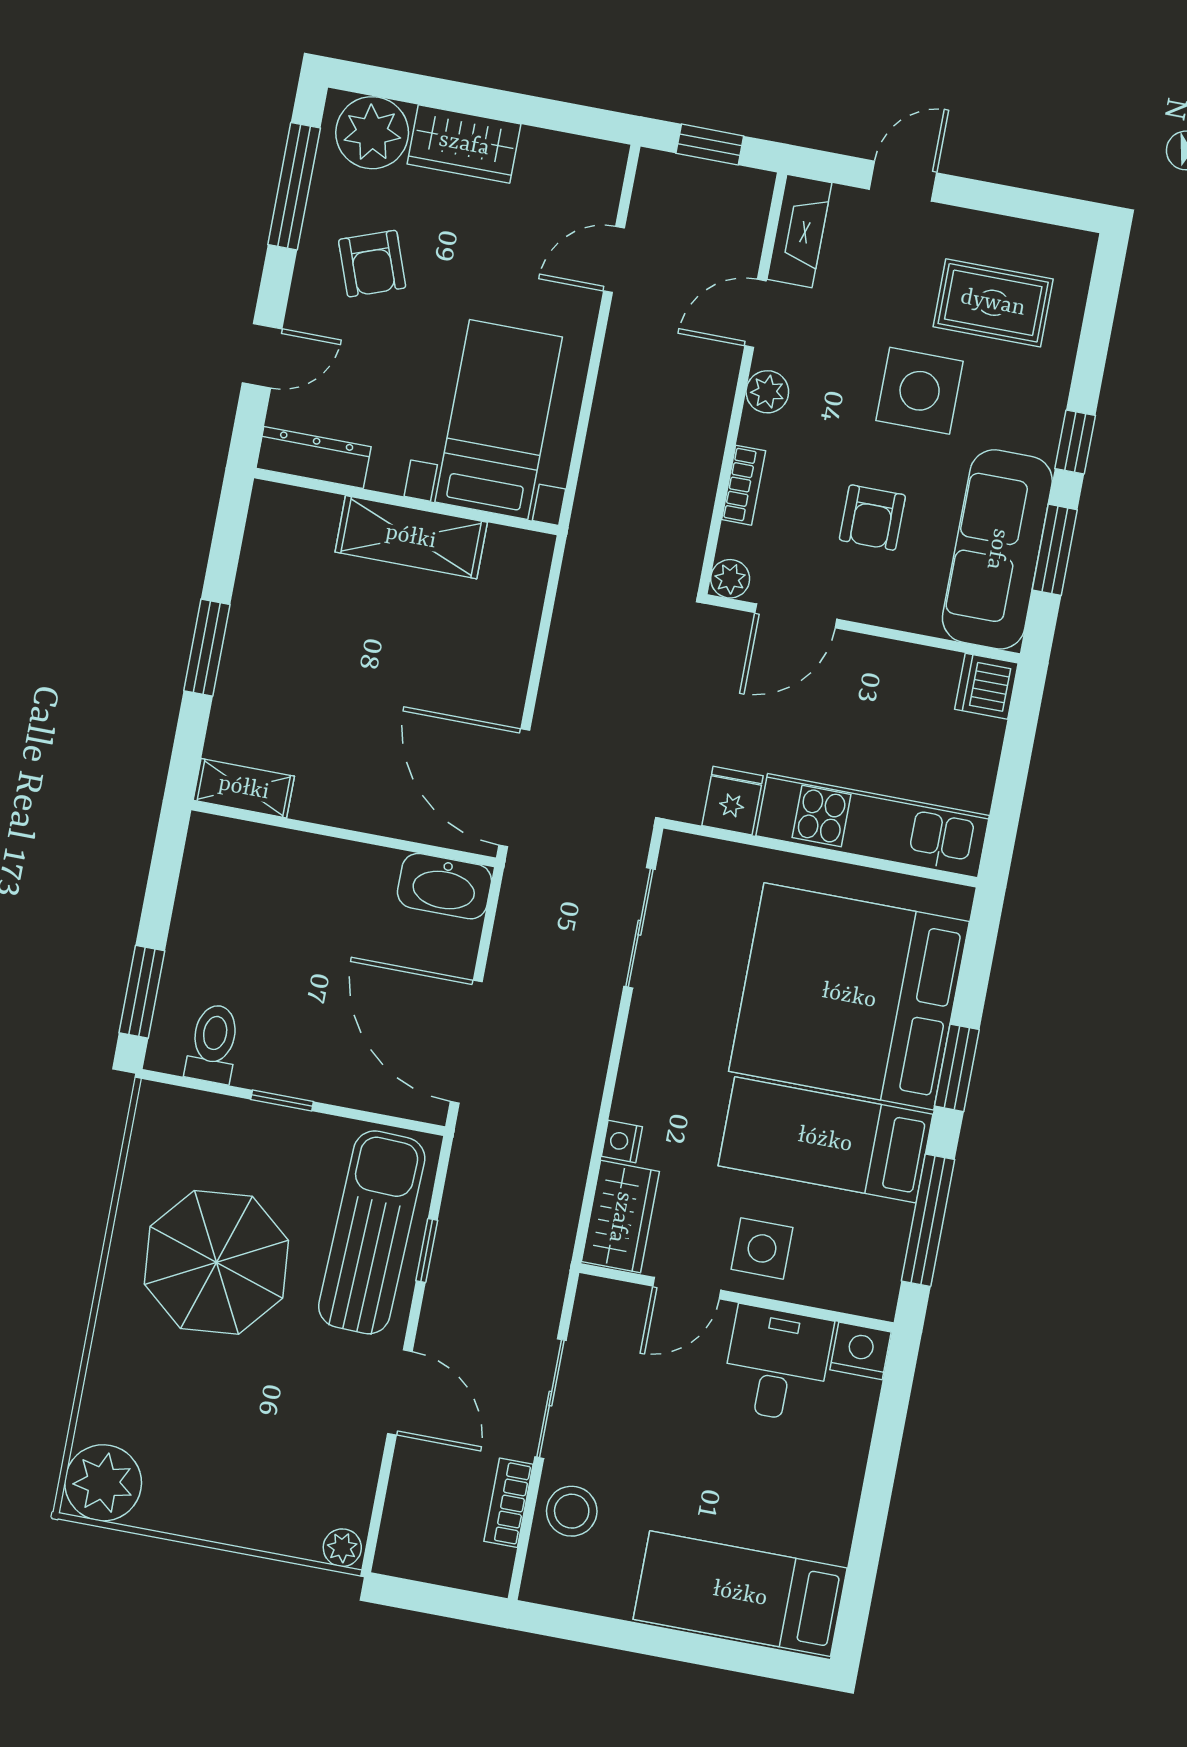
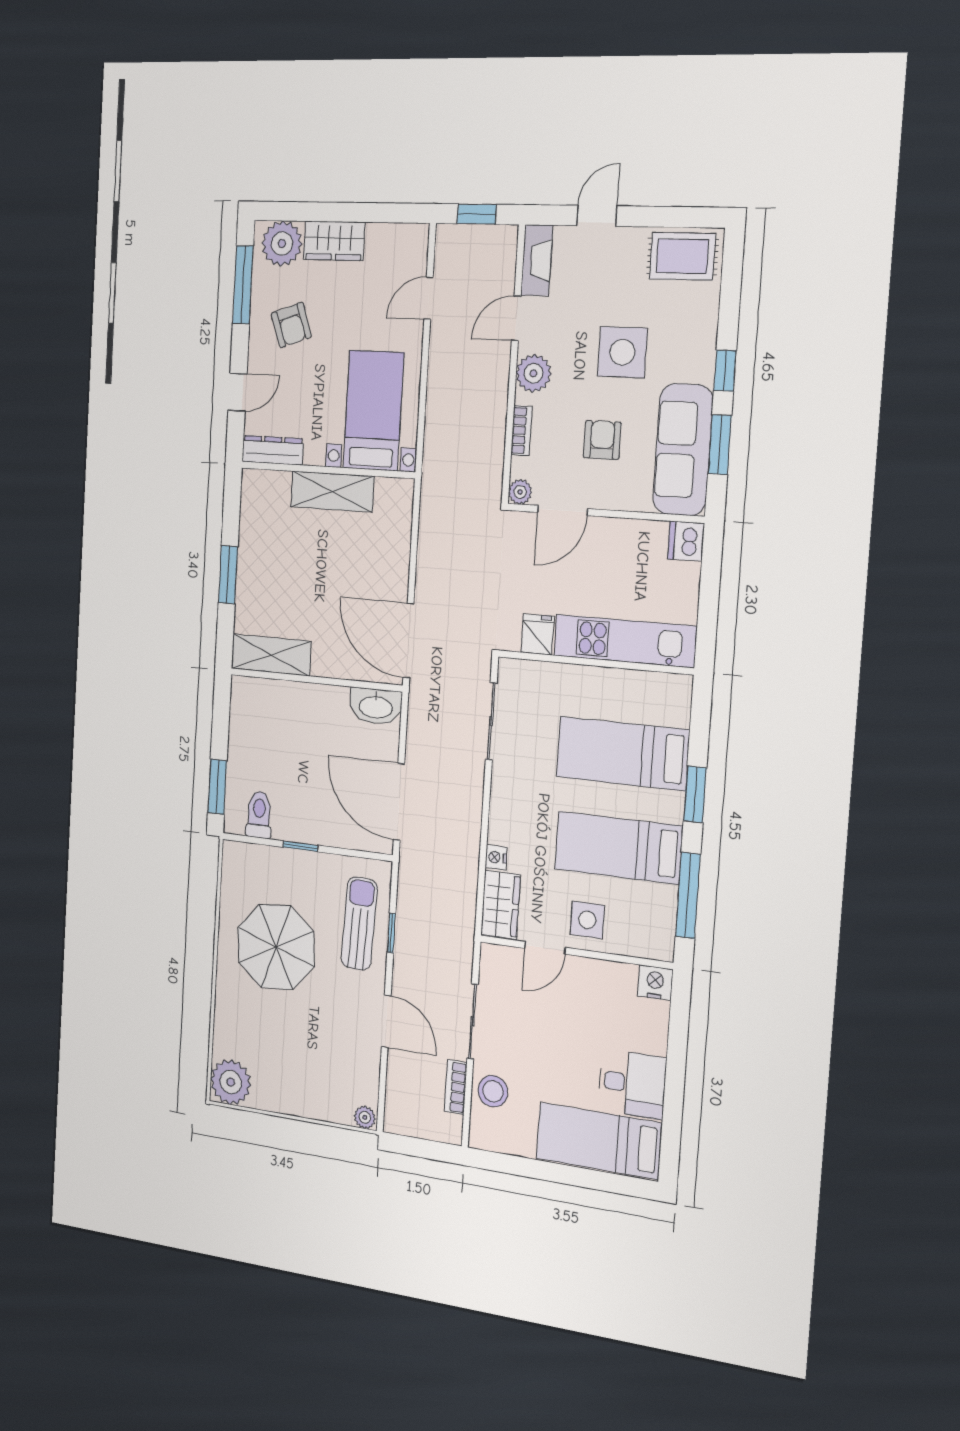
rug: (993, 303) -> (682, 256), moved
plant: (767, 392) -> (533, 373), width x1.38, depth x1.38
armchair: (872, 518) -> (602, 440), turned 180
shelving: (244, 788) -> (271, 655), width x1.50, depth x1.33
bed: (849, 996) -> (622, 754), width x0.49
sun lounger: (372, 1232) -> (359, 924), width x0.73, depth x0.75
desk: (777, 1364) -> (632, 1084), moved, turned 90

